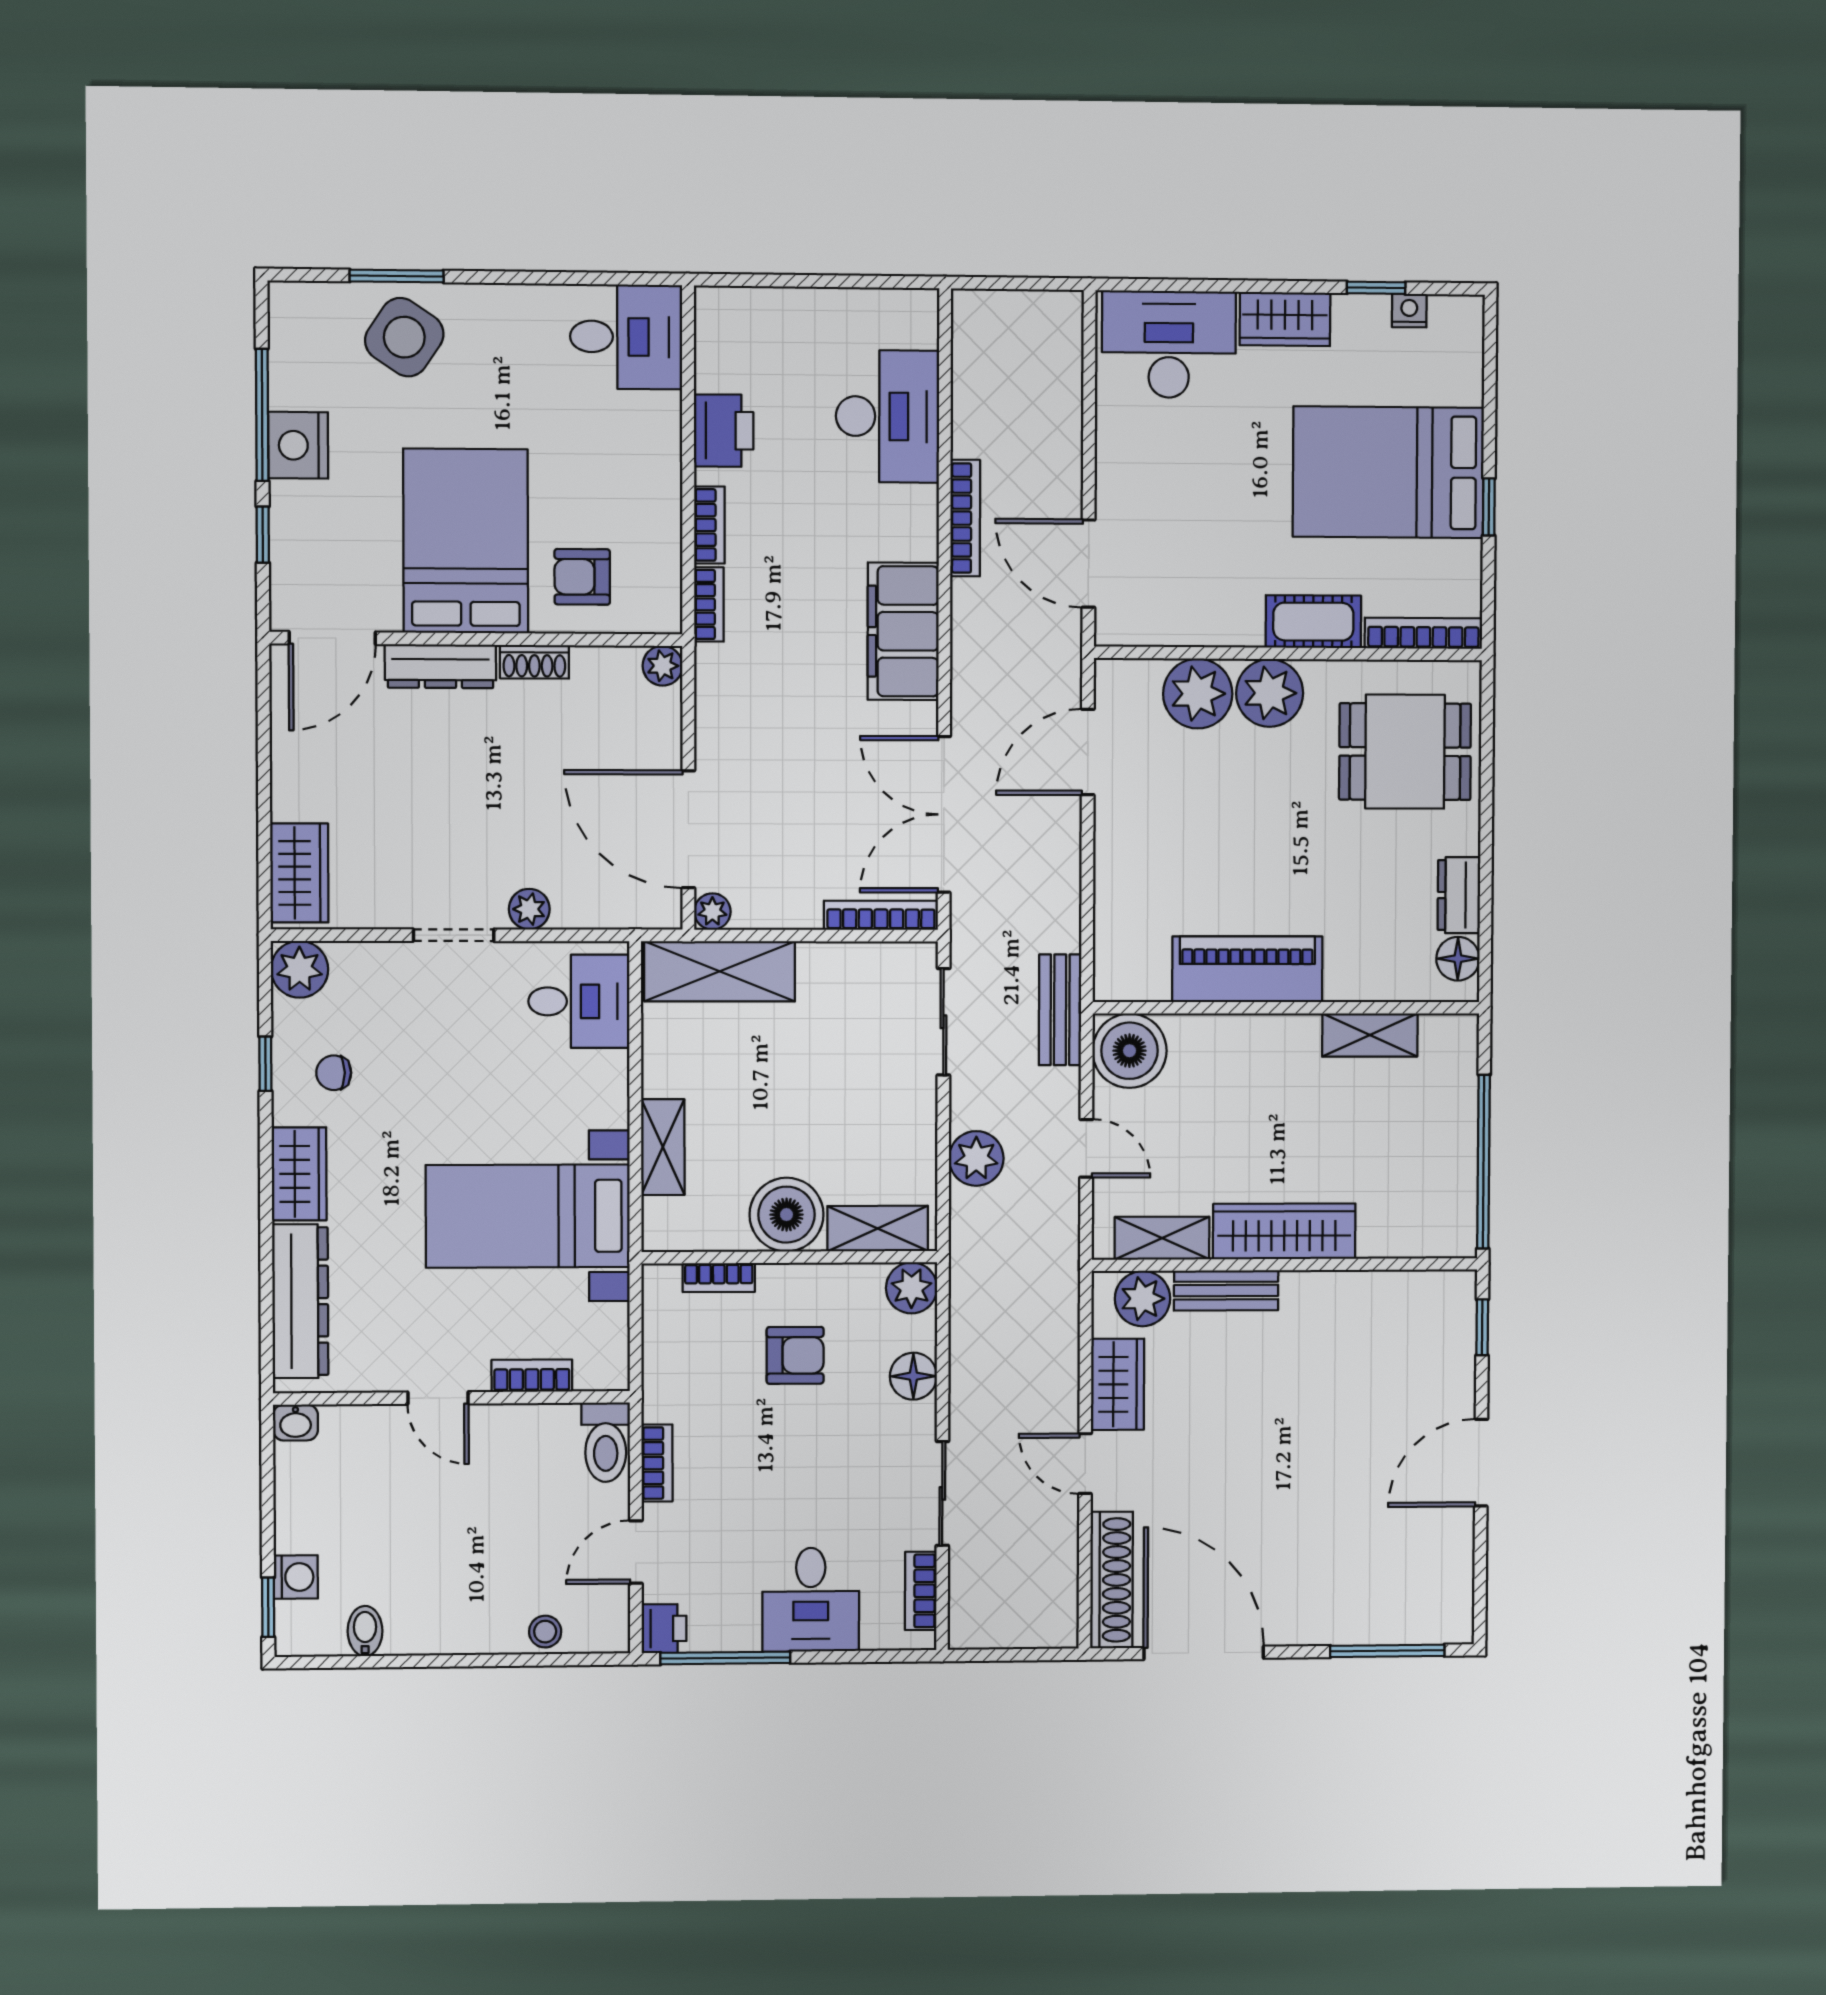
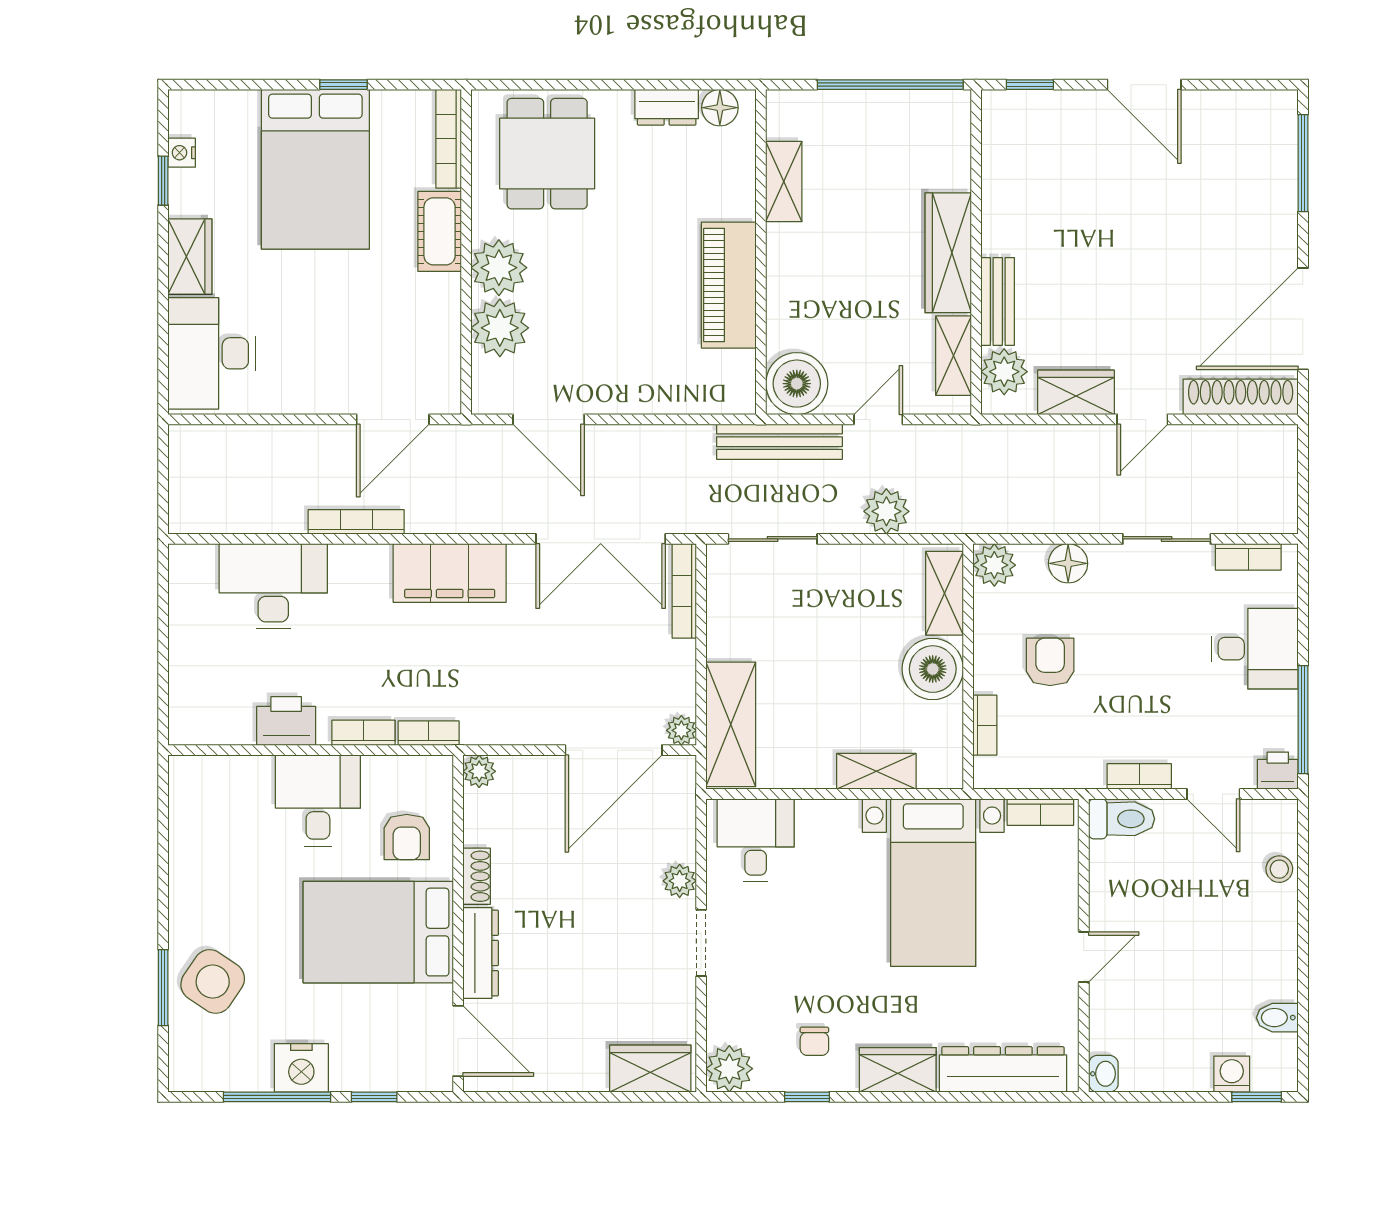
desk: (626, 337) -> (318, 801), moved
bench: (1060, 1010) -> (779, 442), width x1.36
bookcase: (532, 1376) -> (1040, 812), moved, turned -90

